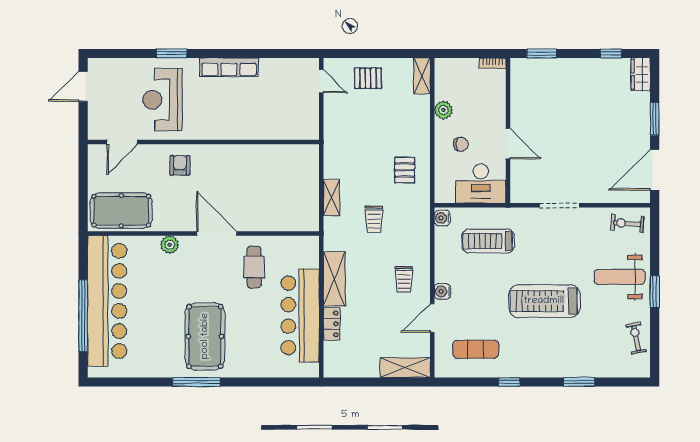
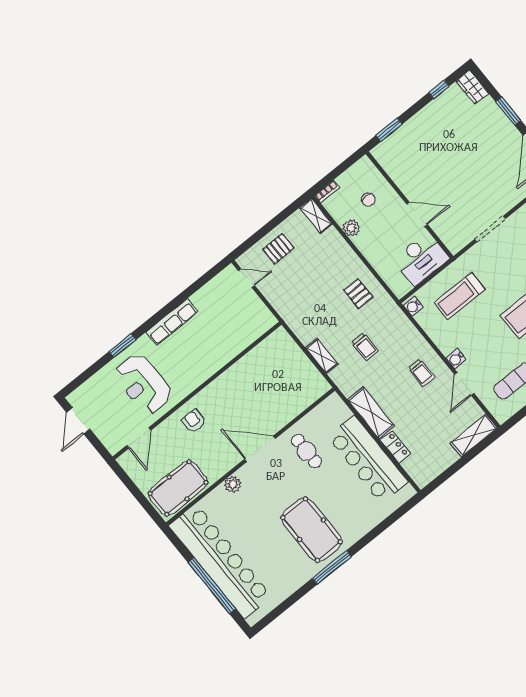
bookcase: (493, 63) -> (327, 192), moved
chair: (461, 144) -> (368, 200), moved, turned 90

